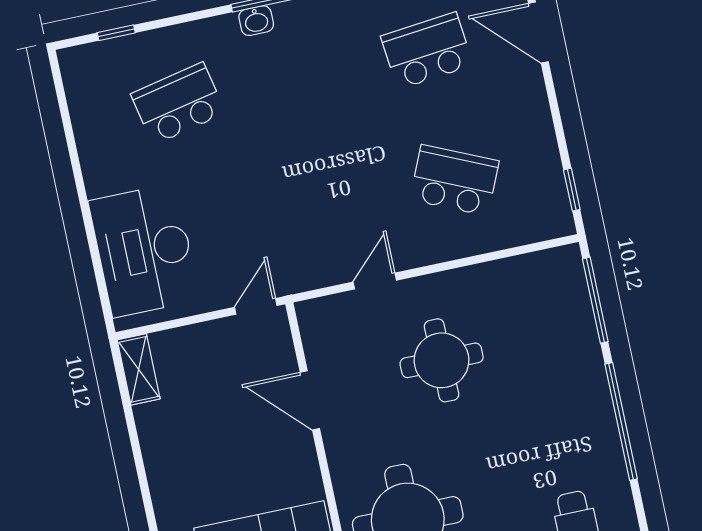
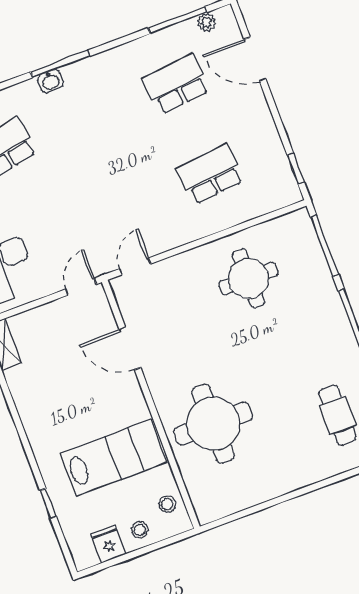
school desk: (454, 180) -> (210, 175), turned -30
door: (375, 281) -> (135, 266), moved
round table: (442, 360) -> (248, 278), moved

